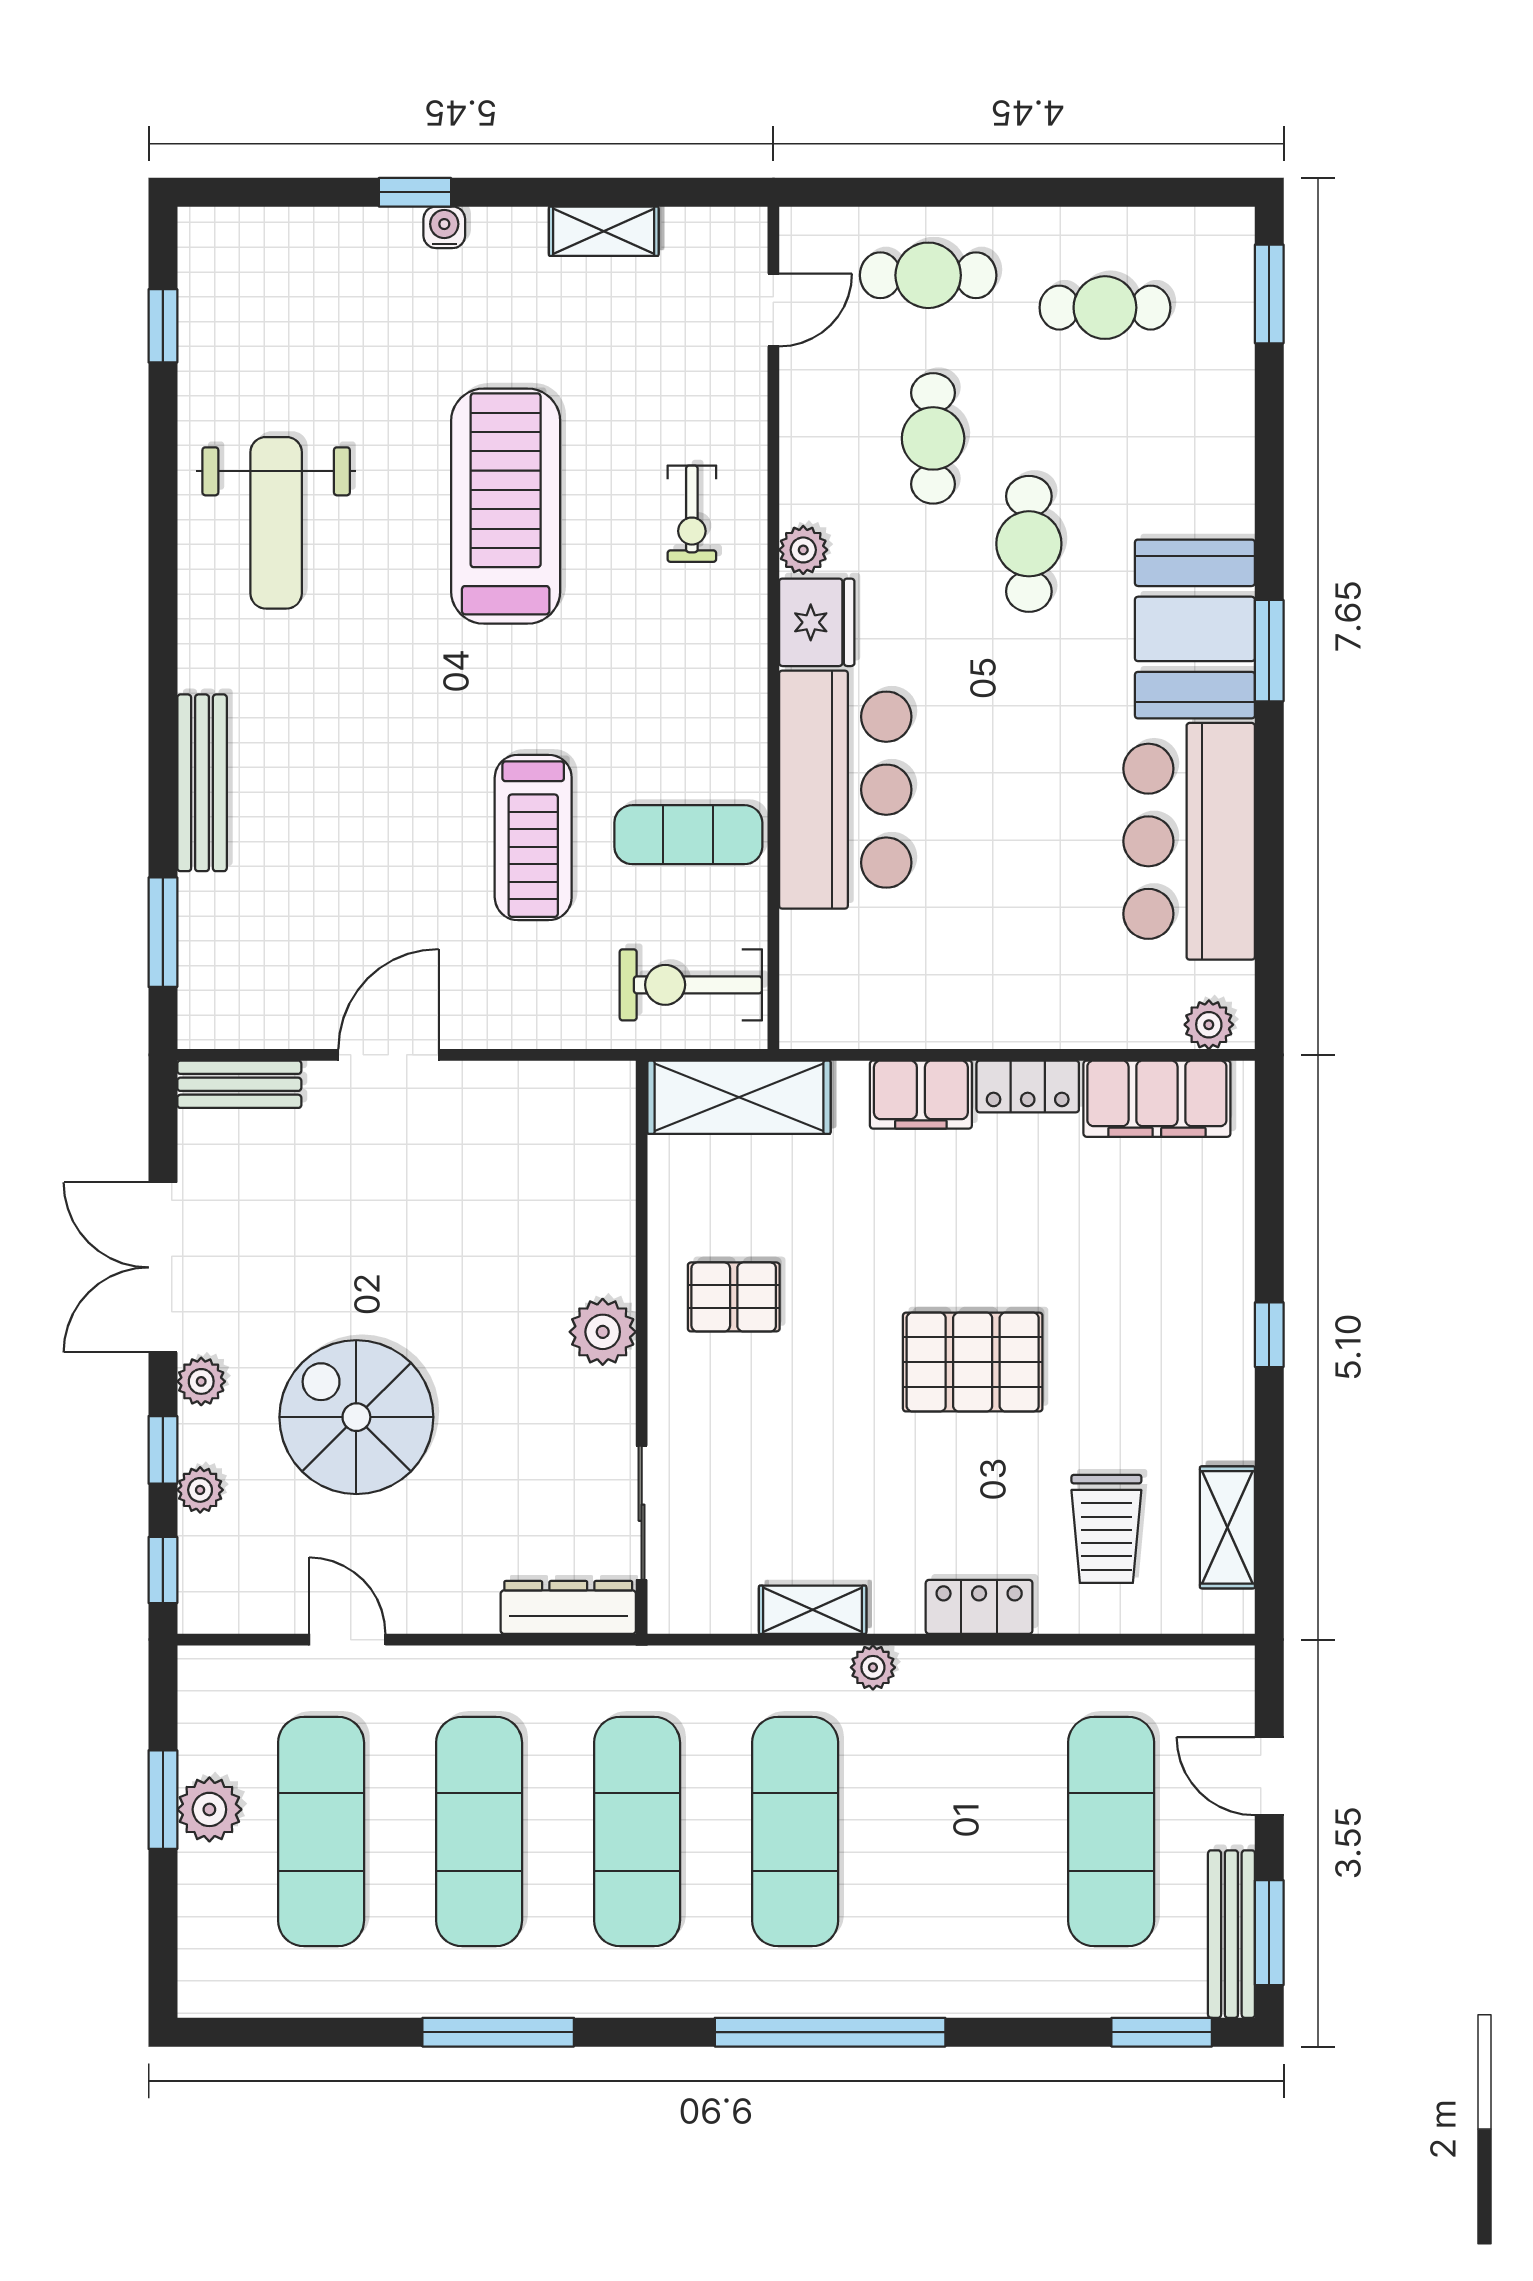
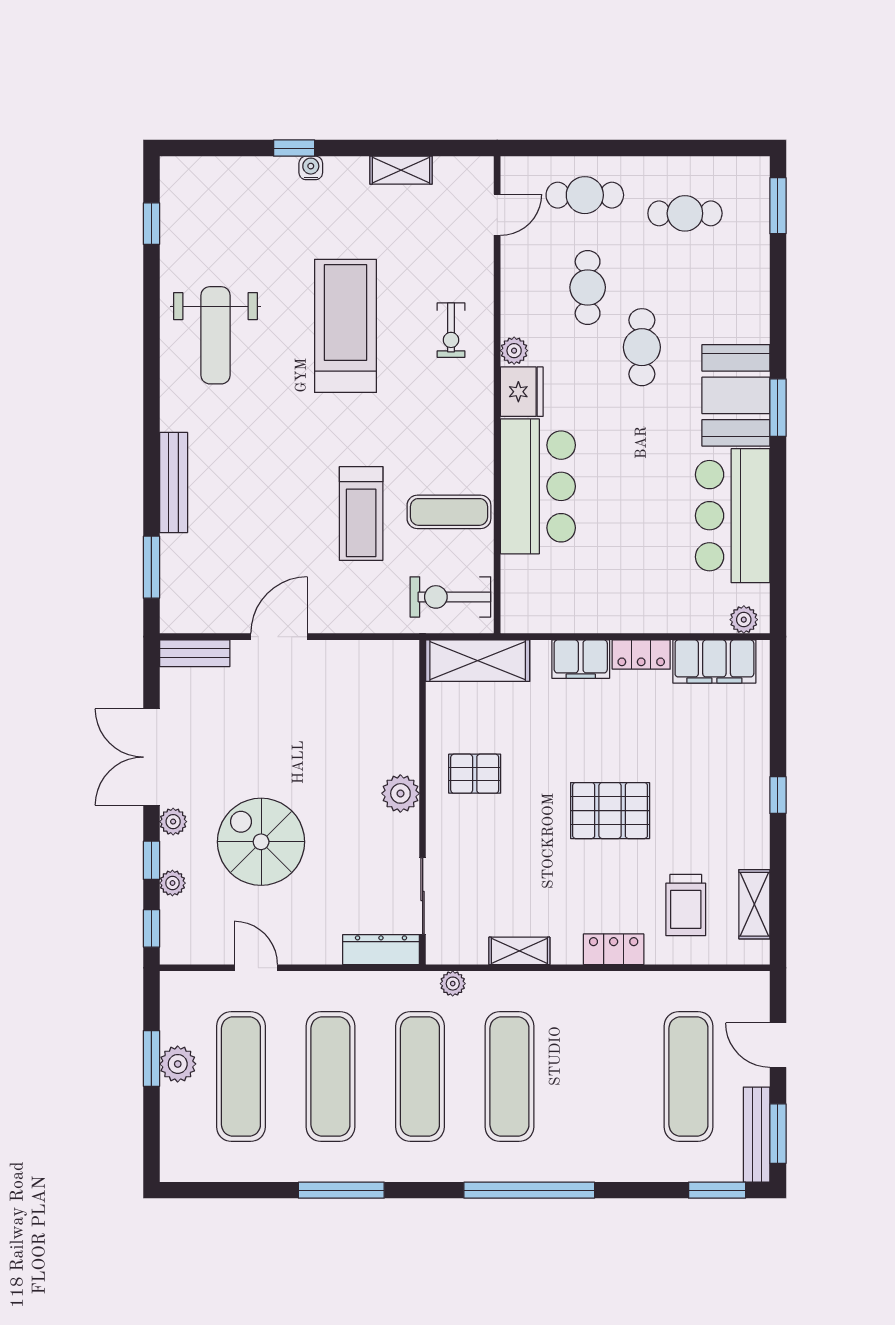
plant: (873, 1667) -> (453, 984), moved

